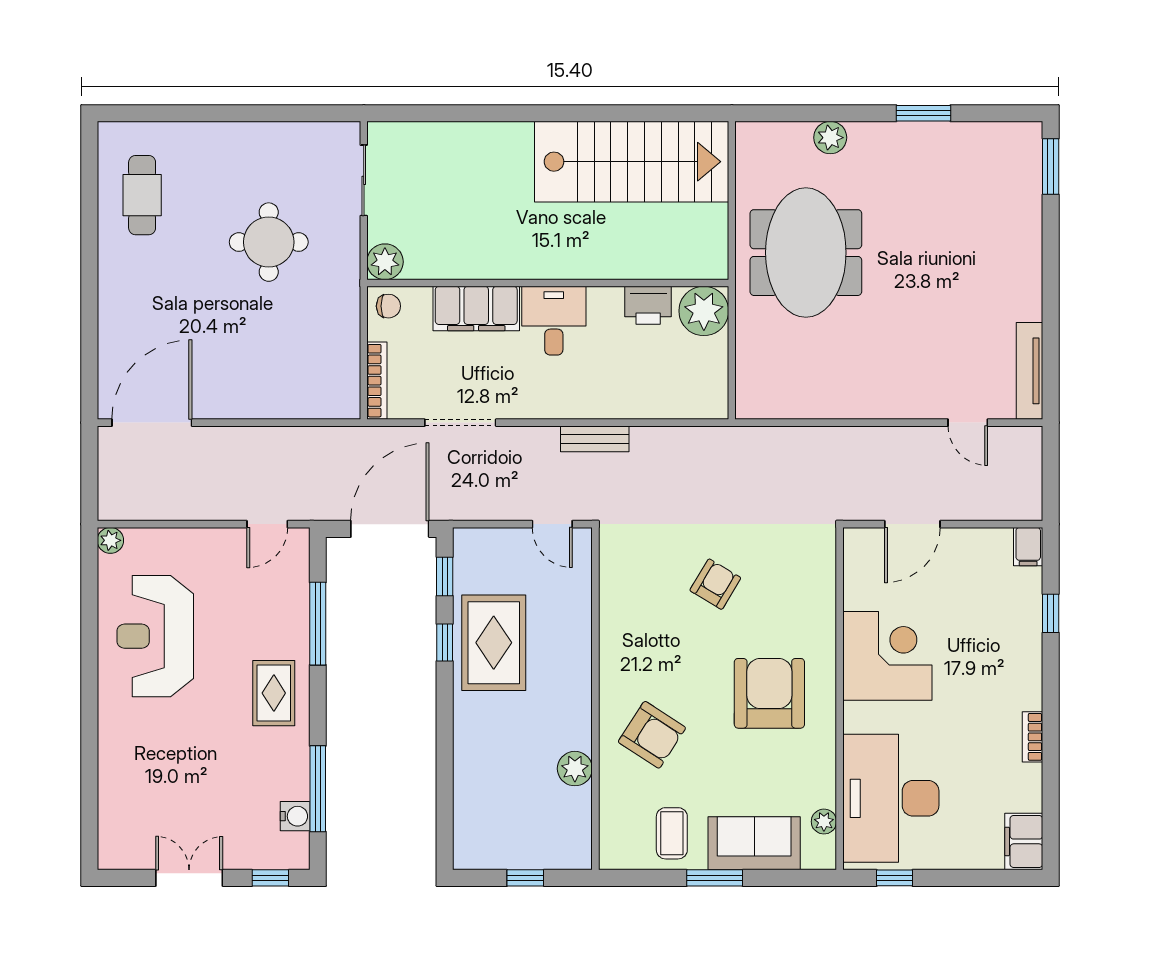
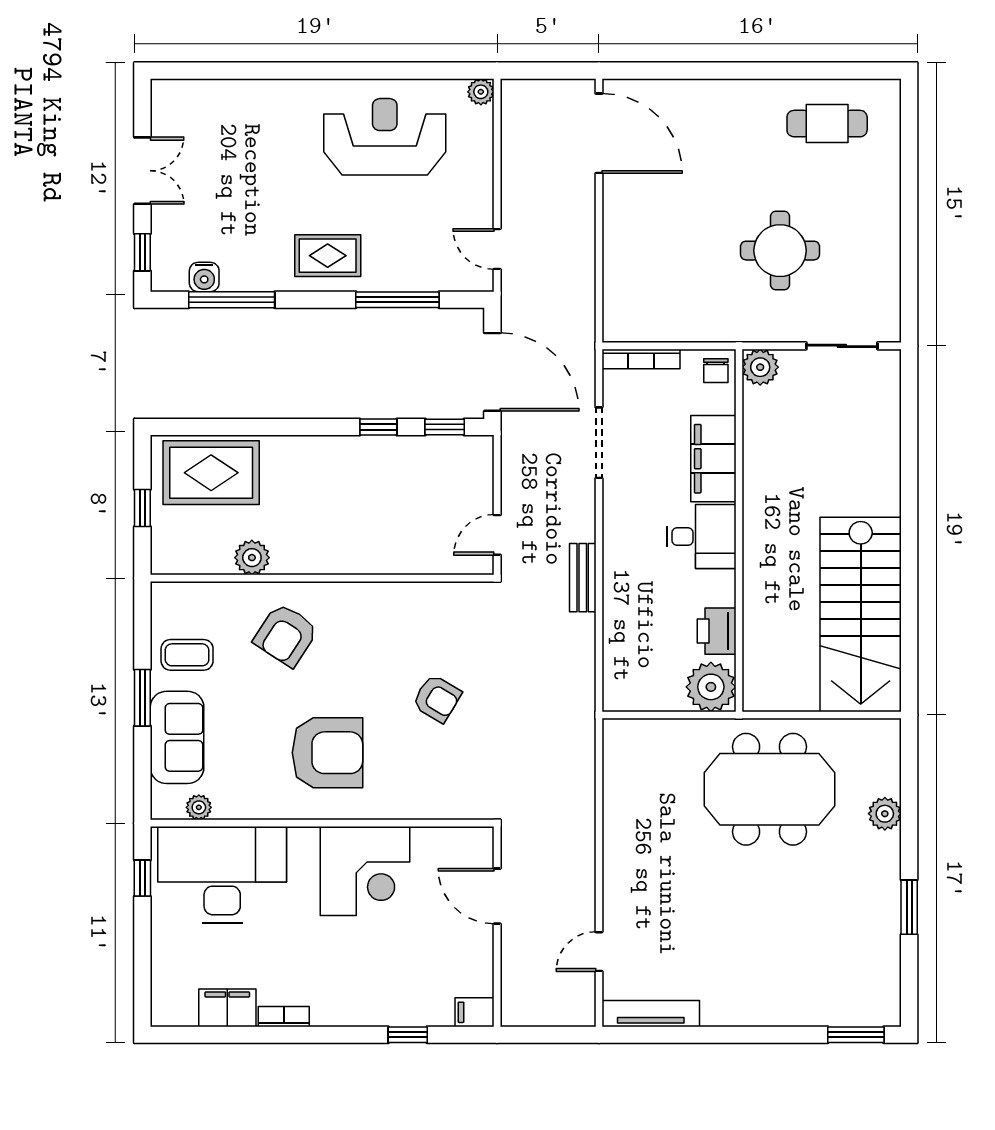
rug: (494, 643) -> (211, 473), moved
filing cabinet: (1024, 841) -> (227, 1008), moved

